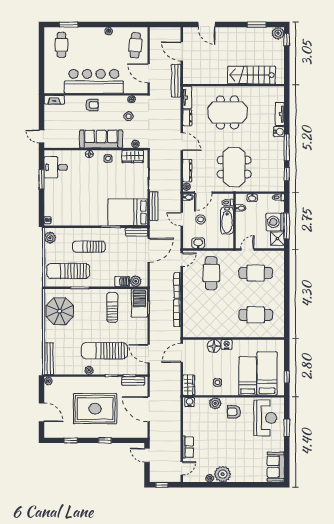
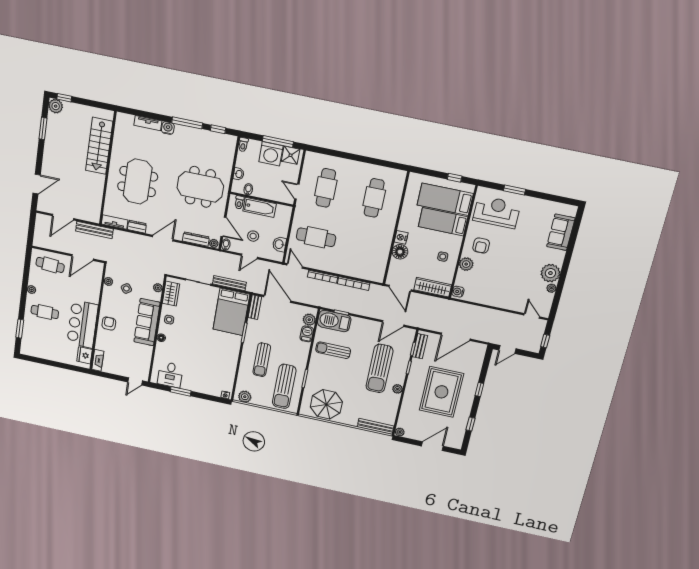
cafe table: (61, 45) -> (45, 312), moved
bar counter: (94, 81) -> (83, 324), width x0.73
fridge: (56, 87) -> (84, 355), added
wardrobe: (189, 385) -> (433, 287), width x1.50
row of seats: (188, 447) -> (509, 304), removed
sofa: (276, 467) -> (561, 232), moved, turned 90

